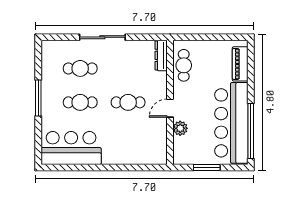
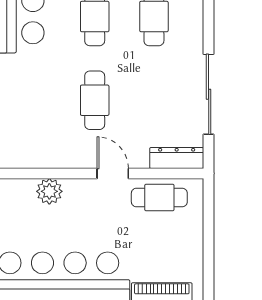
sliding door: (102, 37) -> (209, 94), moved
door: (170, 108) -> (113, 173), moved

